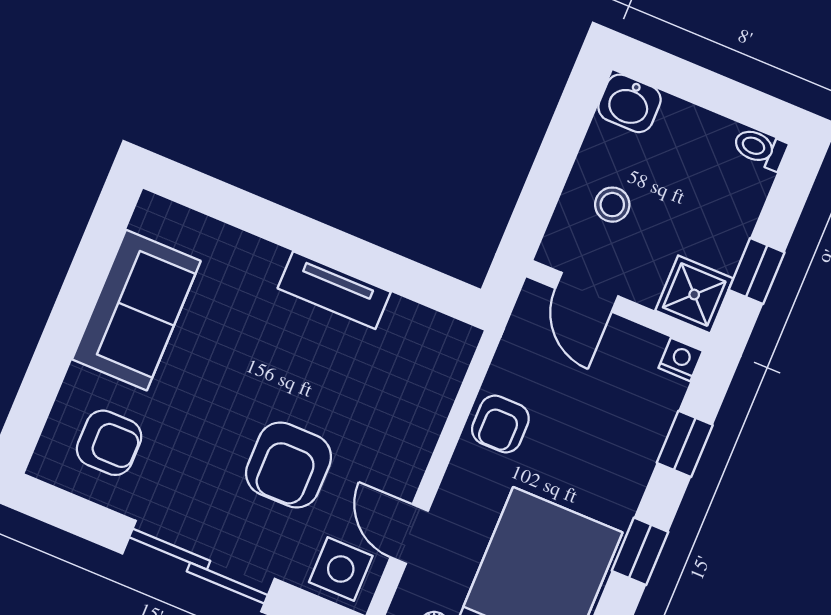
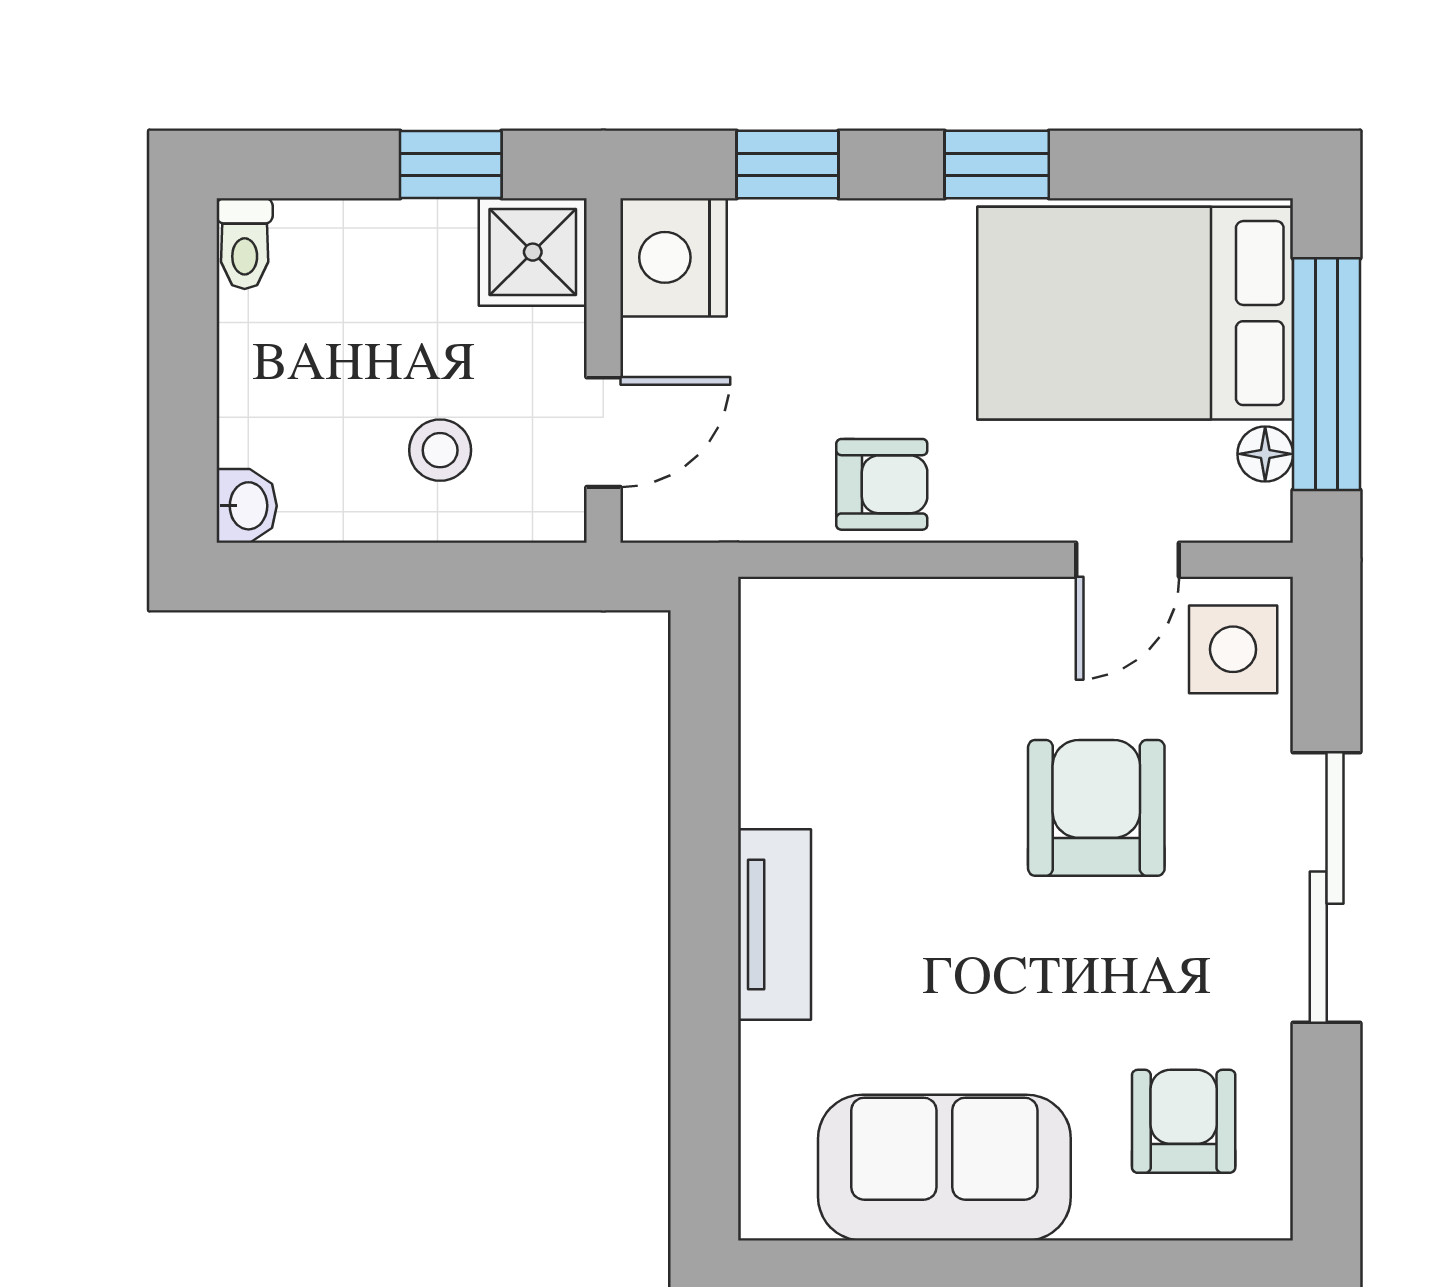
washbasin: (629, 103) -> (247, 506), width x0.72, depth x0.69
tv unit: (334, 290) -> (774, 925), moved
nightstand: (681, 359) -> (673, 257), width x1.89, depth x1.79
armchair: (289, 465) -> (1096, 808), turned -90

